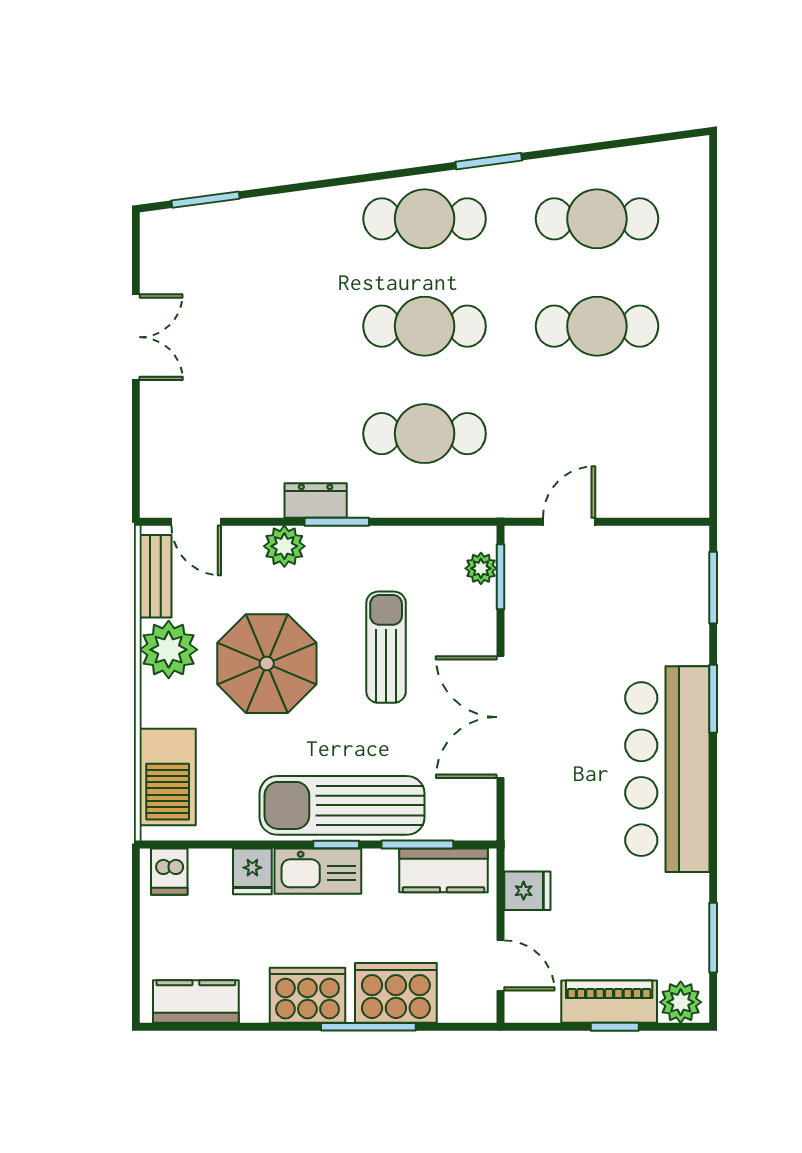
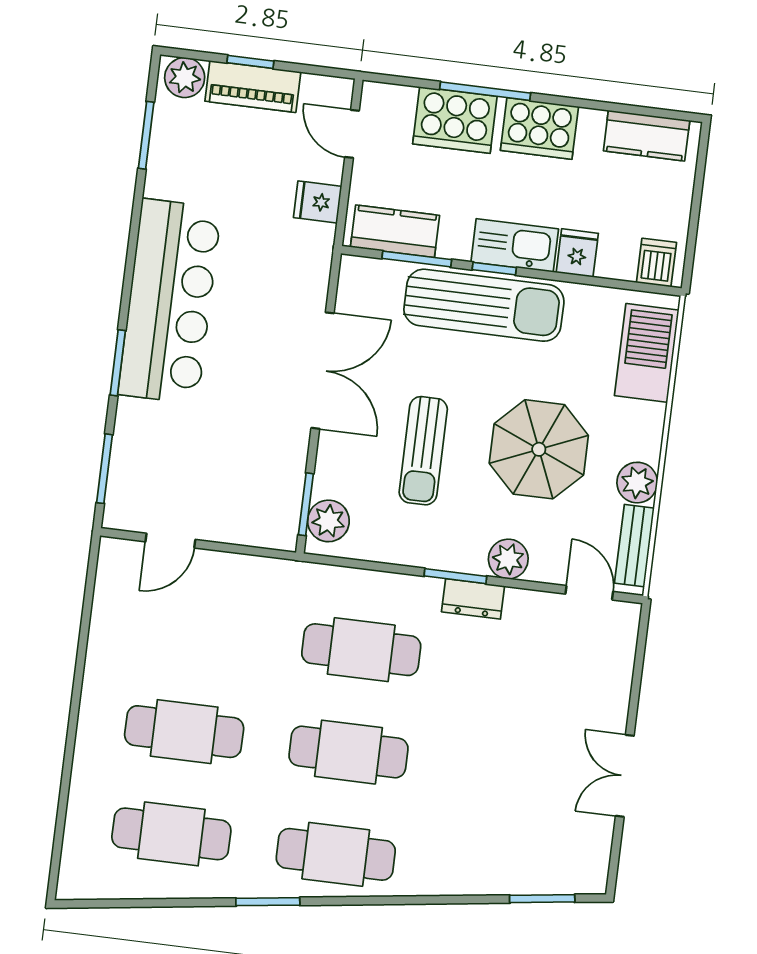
door: (569, 522) -> (170, 541), moved
plant: (481, 568) -> (328, 521), width x1.38, depth x1.38
plant: (169, 650) -> (637, 483), width x0.73, depth x0.73

